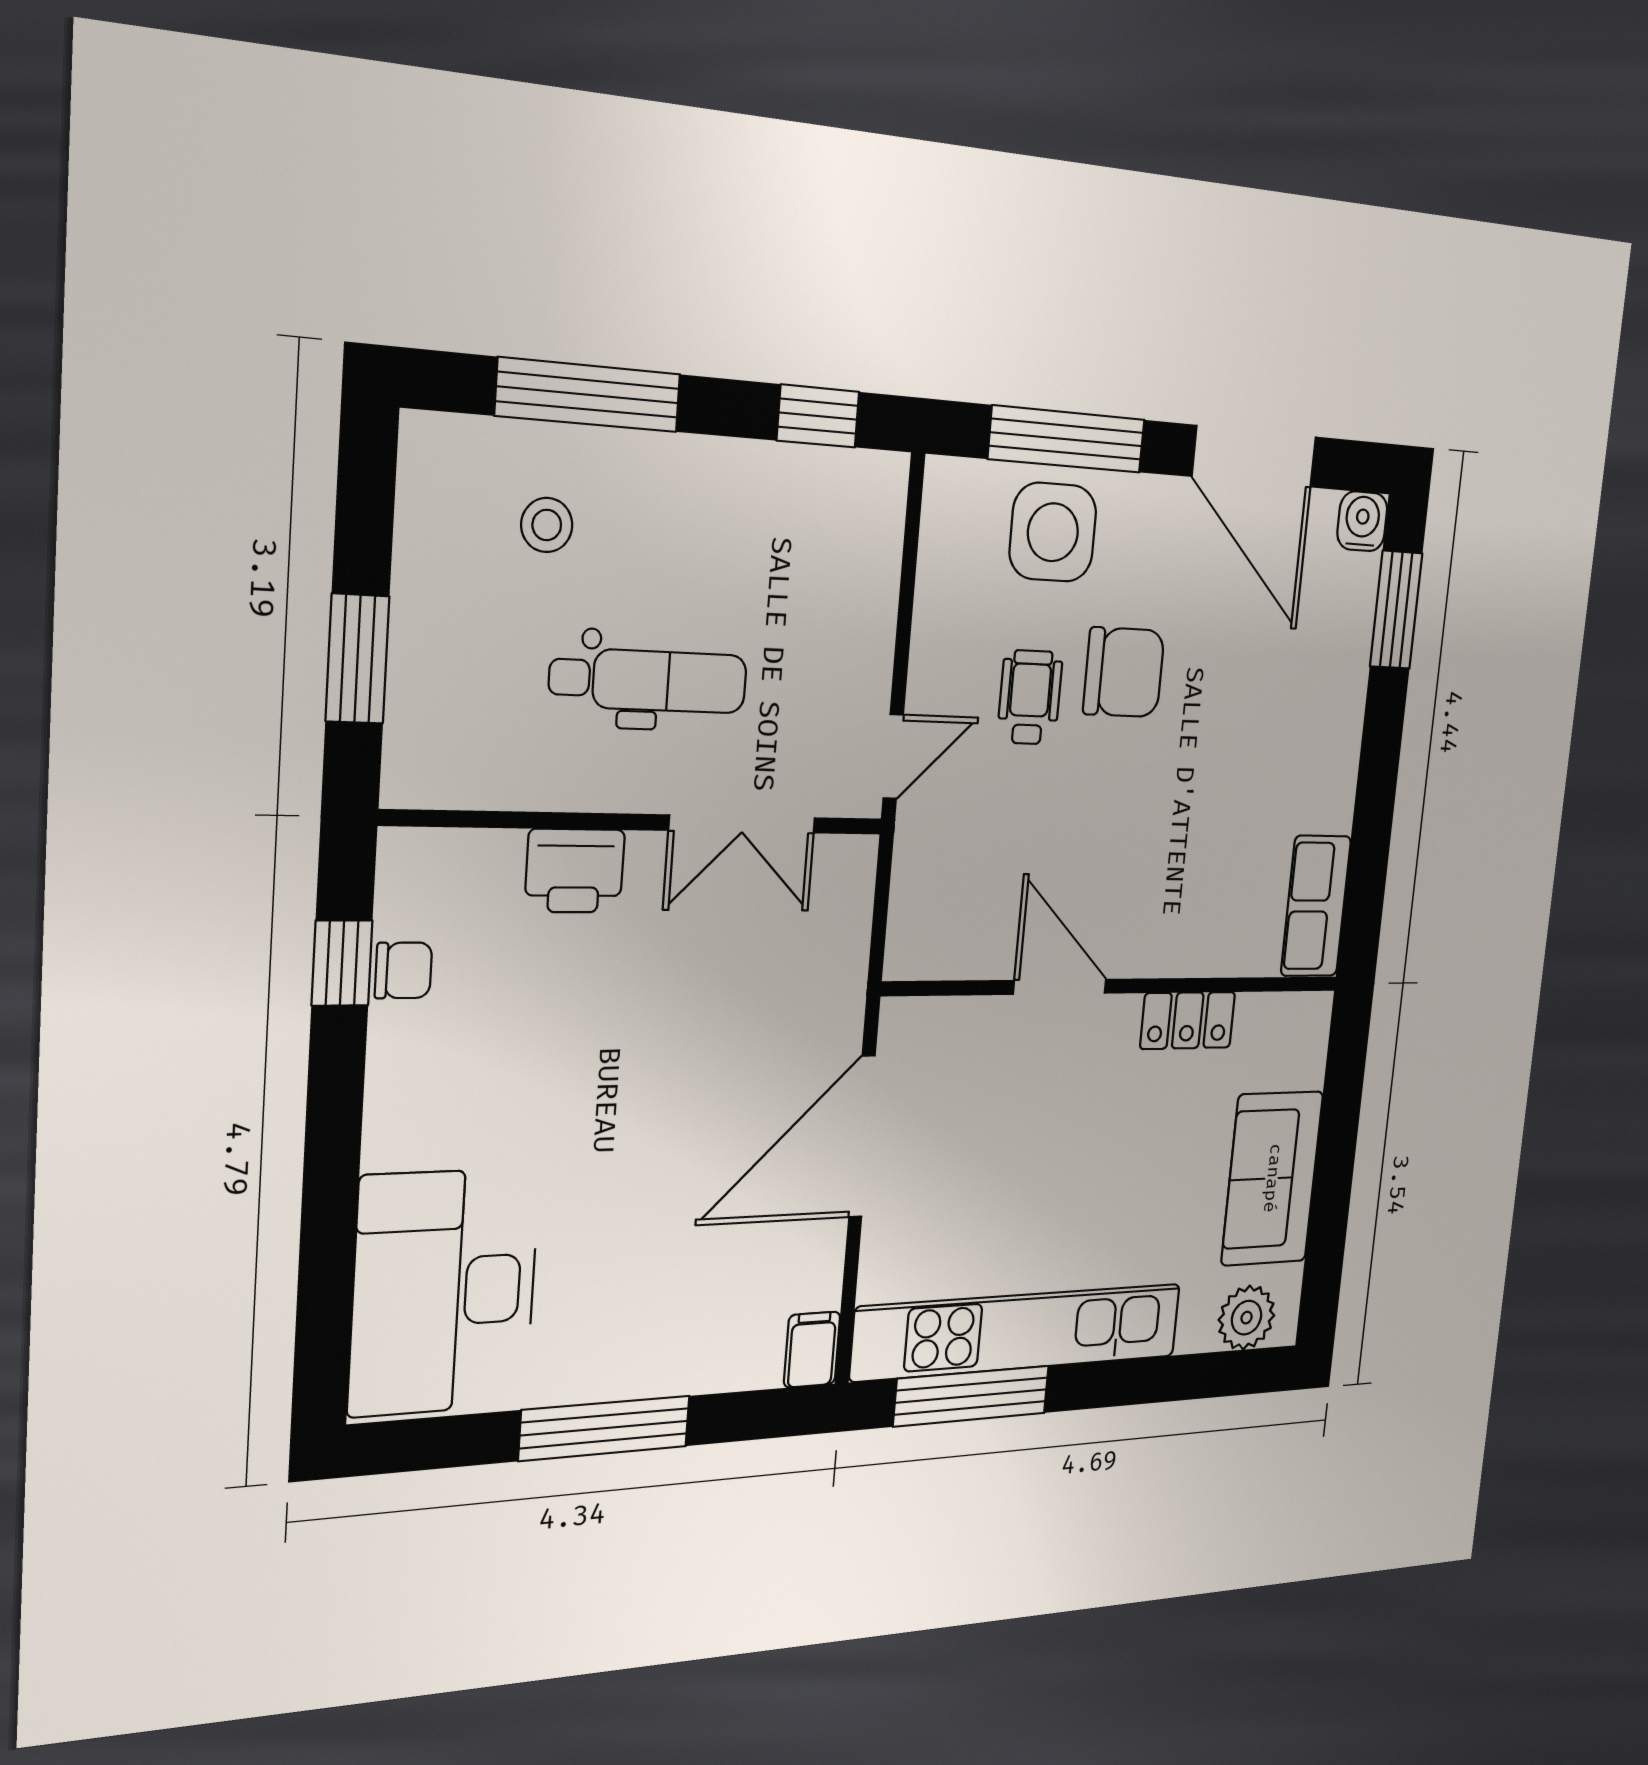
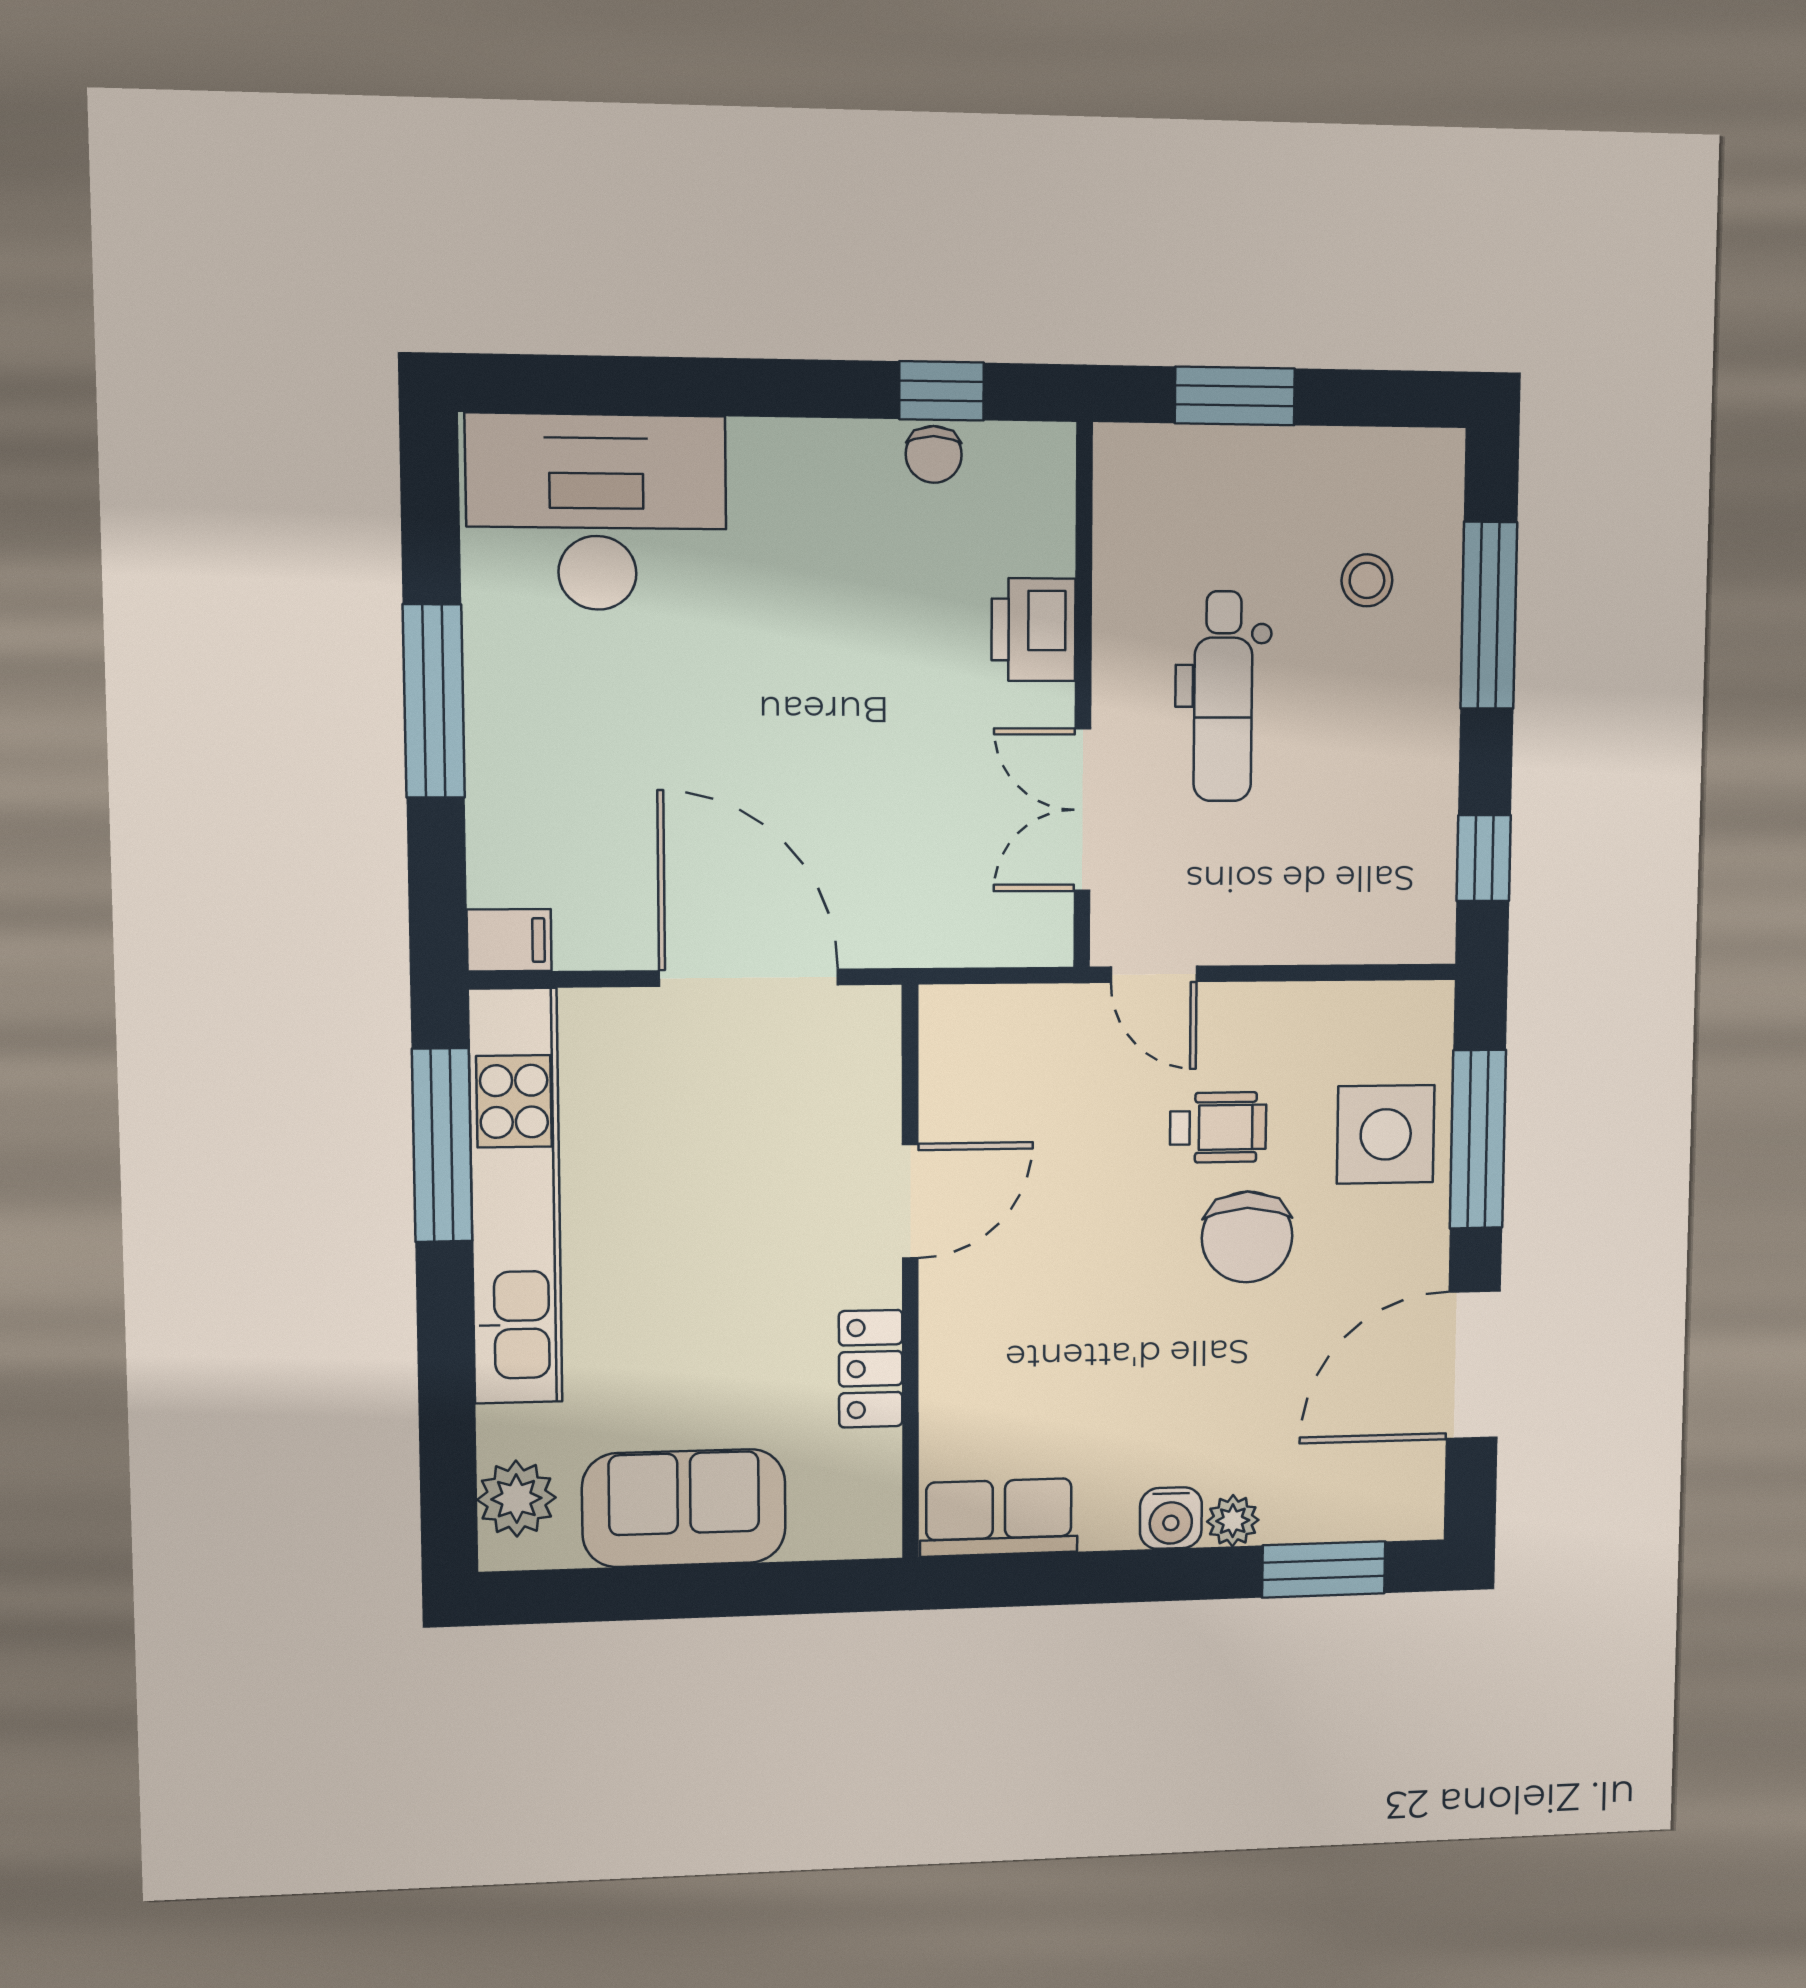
water cooler: (1362, 521) -> (1171, 1518), moved, turned 90
plant: (1347, 693) -> (1233, 1521), added

